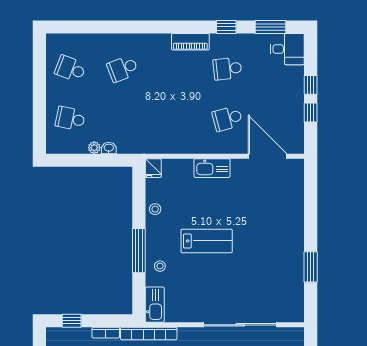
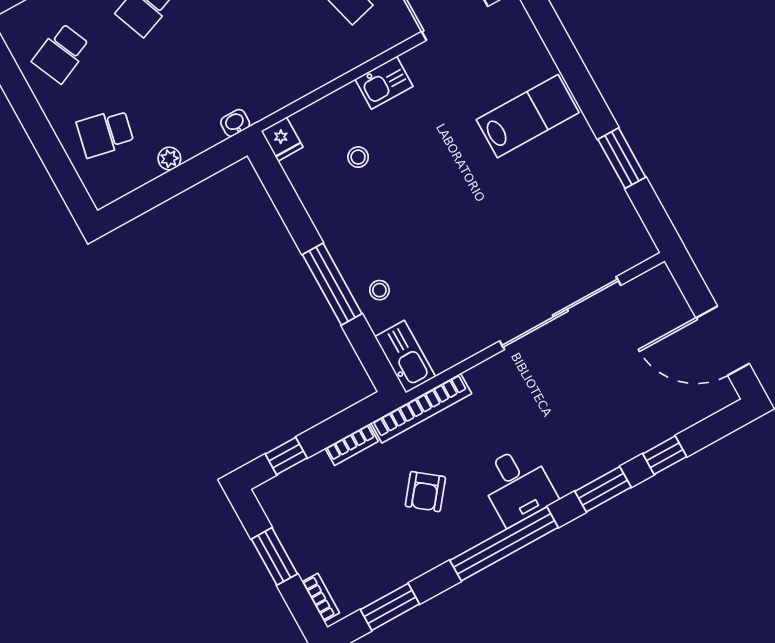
school desk: (70, 69) -> (61, 53), turned -45
washbasin: (109, 148) -> (235, 123), moved
kitchen sink: (212, 168) -> (384, 83), width x0.73
stool: (155, 209) -> (358, 157), moved
lab bench: (207, 241) -> (528, 116), moved

